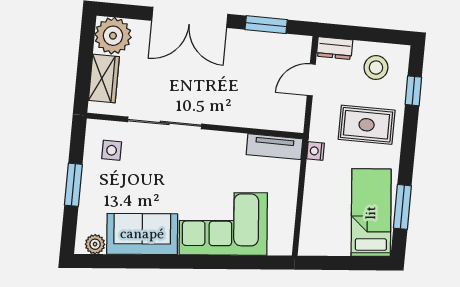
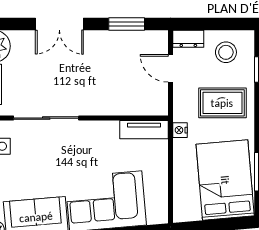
double door: (190, 17) -> (59, 24), width x0.73
door: (311, 80) -> (171, 68), hinge flipped
bed: (371, 213) -> (225, 180), width x1.50

